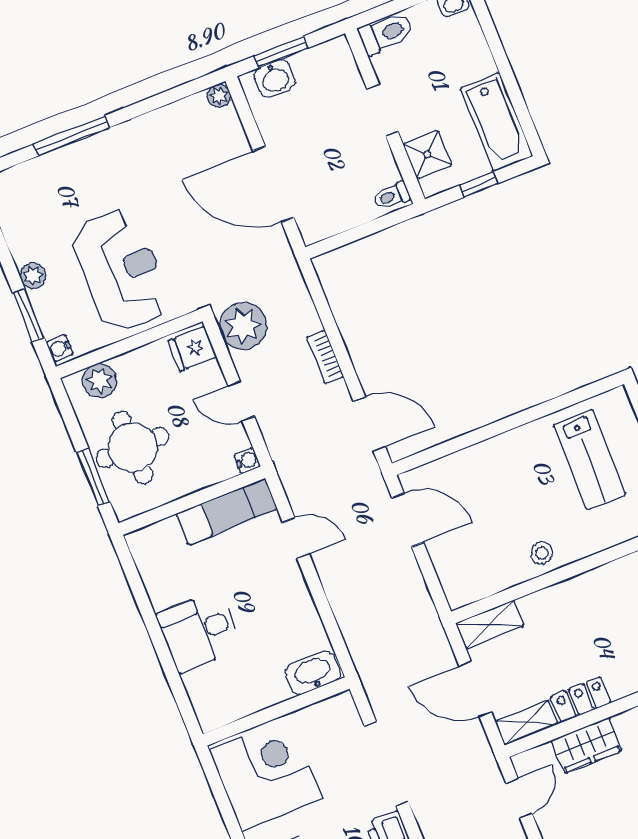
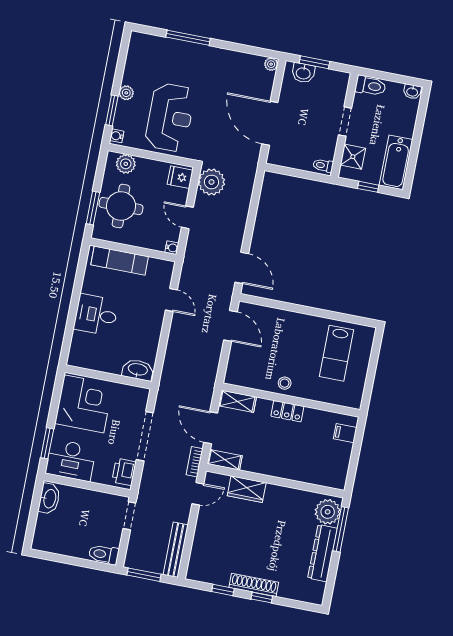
bookcase: (325, 357) -> (195, 462), moved
exam couch: (227, 511) -> (120, 261), moved
locker: (581, 700) -> (287, 411), moved, turned 180

